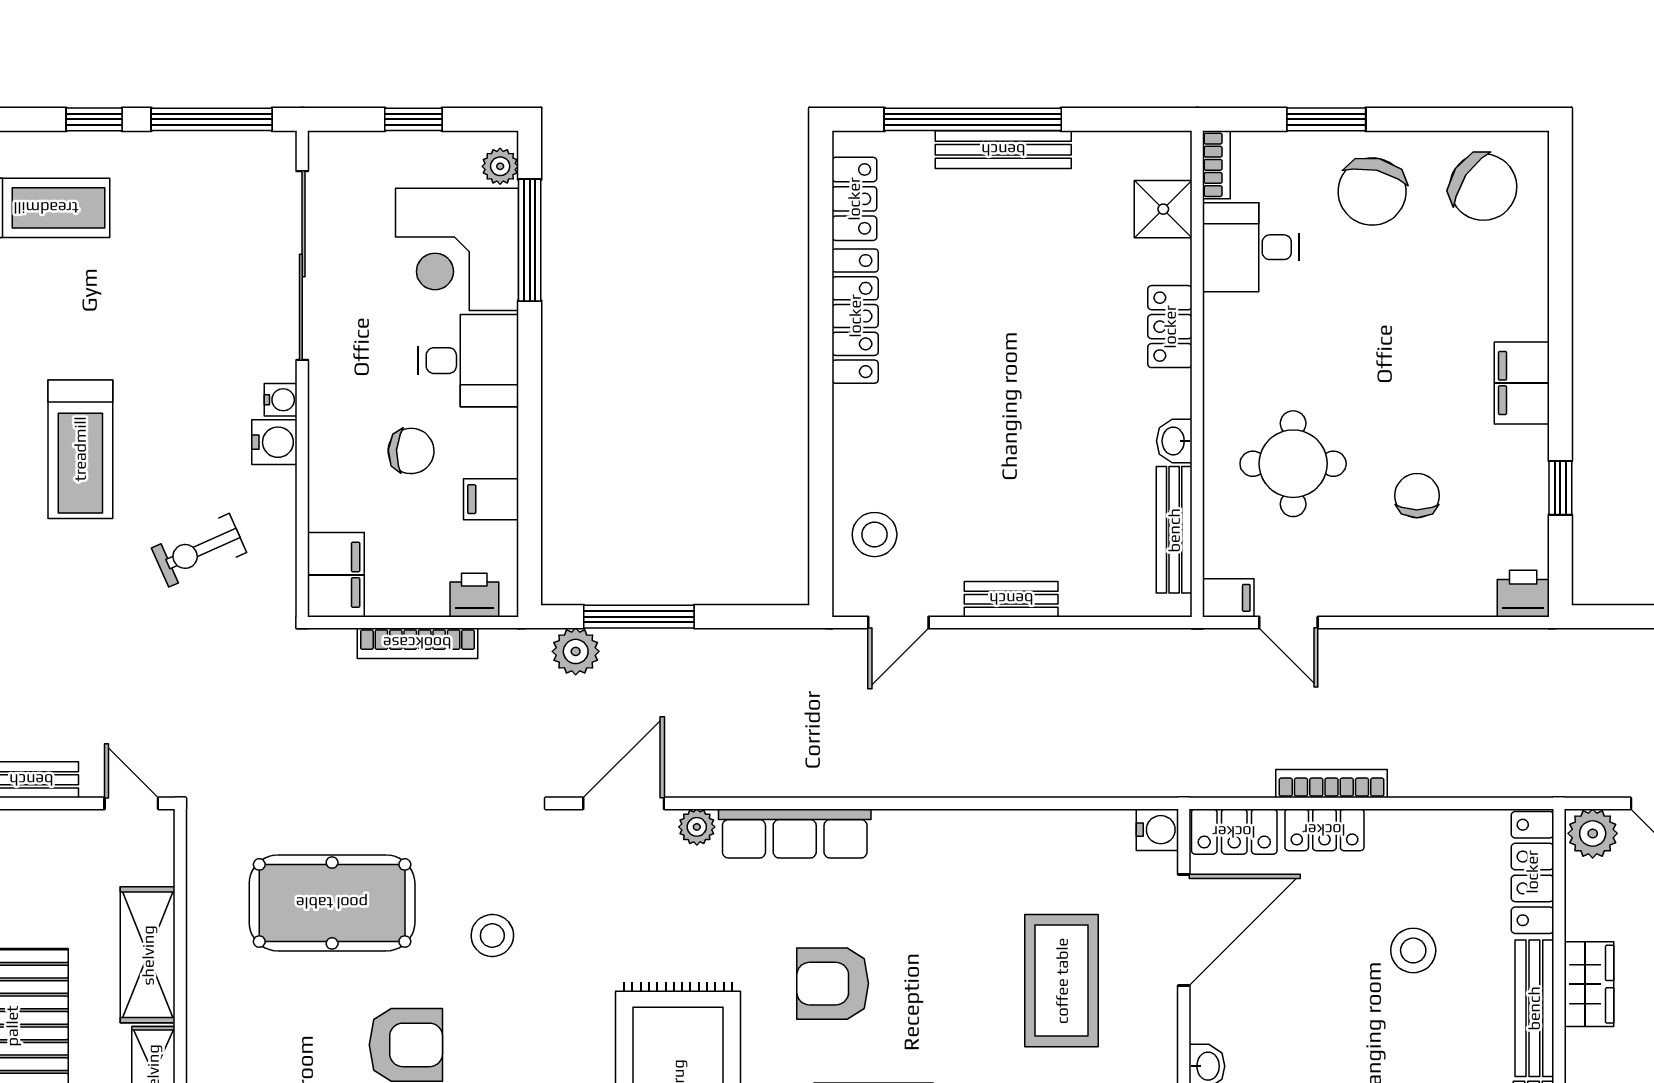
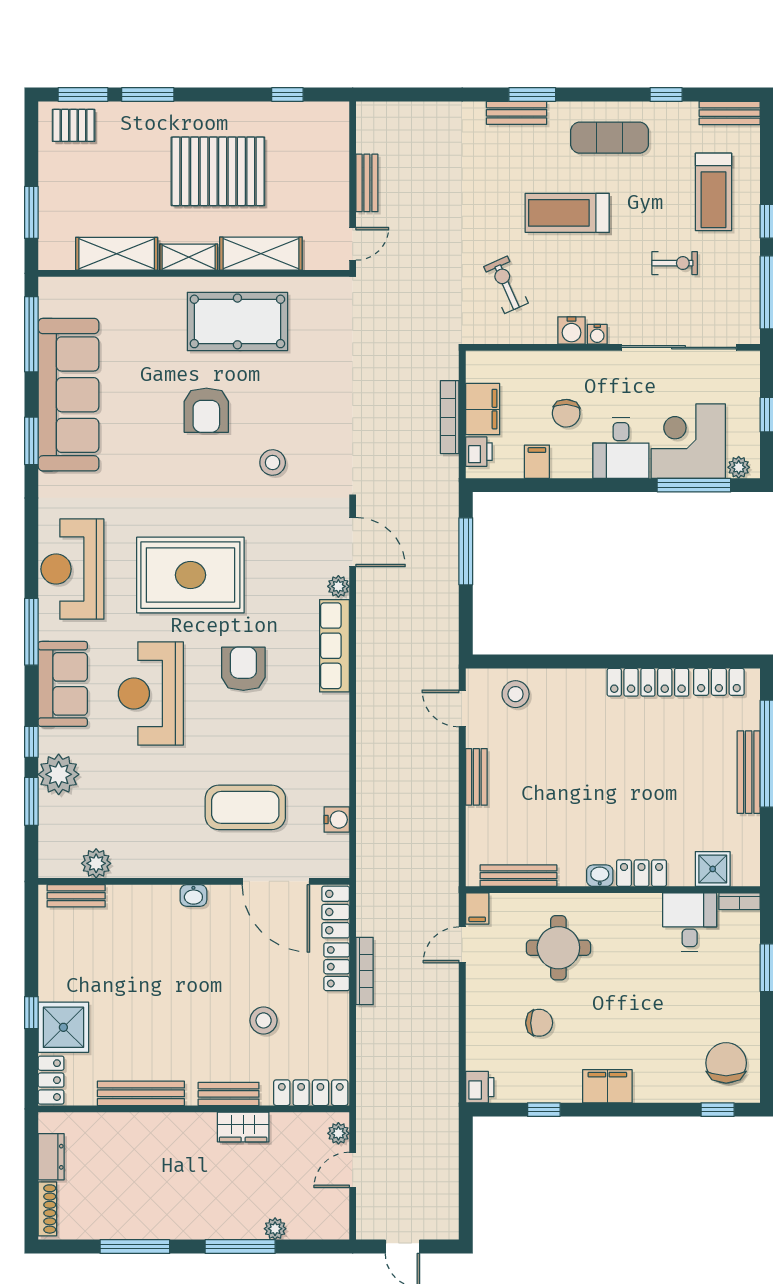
chair: (1483, 187) -> (726, 1063), turned 146
chair: (1372, 191) -> (723, 996), removed
window: (1560, 201) -> (718, 1110), added
exercise bike: (163, 272) -> (675, 263), added
washbasin: (1174, 441) -> (600, 876), moved
filing cabinet: (336, 575) -> (483, 409), moved, turned -90
plant: (576, 651) -> (445, 513), removed
water cooler: (1157, 830) -> (337, 820), moved, turned -90
plant: (1593, 833) -> (338, 1133), width x0.73, depth x0.73
pool table: (332, 903) -> (237, 321), moved, turned 90
bench: (1534, 1008) -> (229, 1094), width x0.73

